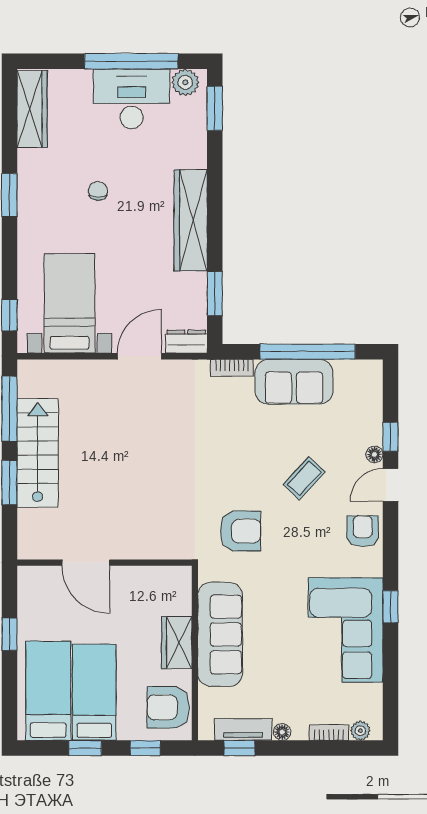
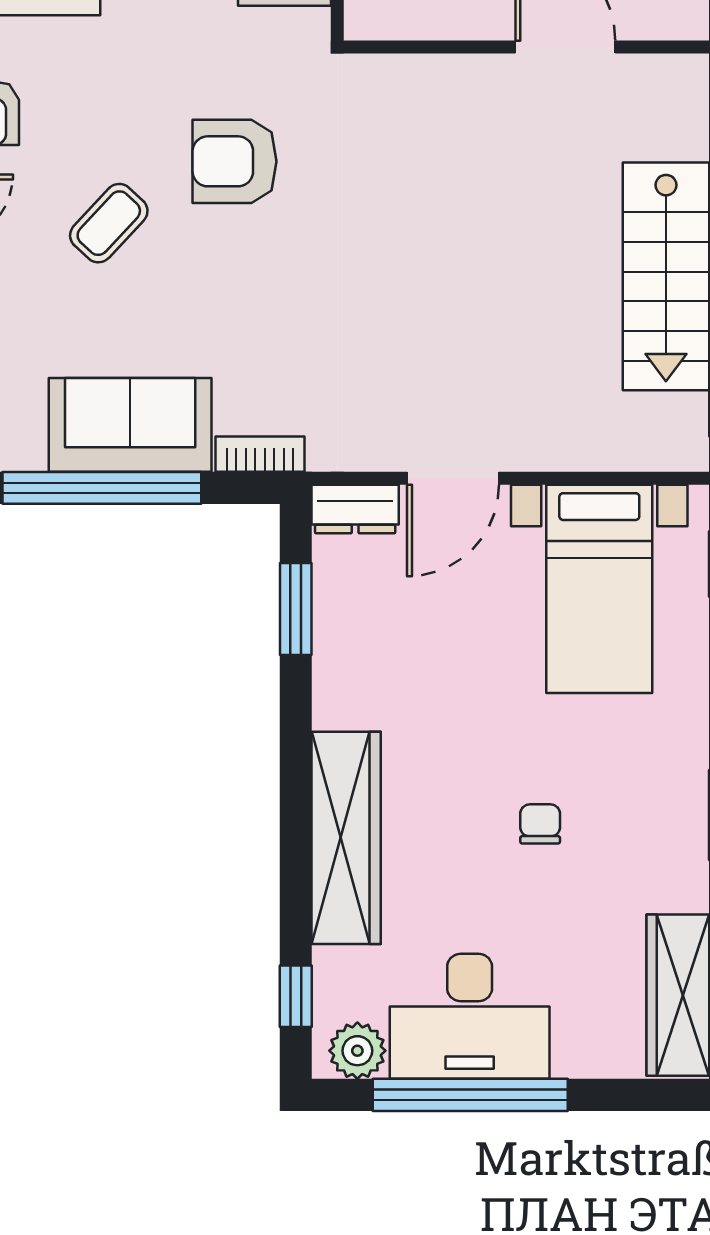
window: (215, 108) -> (296, 996), width x0.67
chair: (98, 191) -> (540, 824), turned 180
wardrobe: (191, 220) -> (346, 838), moved
armchair: (241, 531) -> (235, 161), moved

